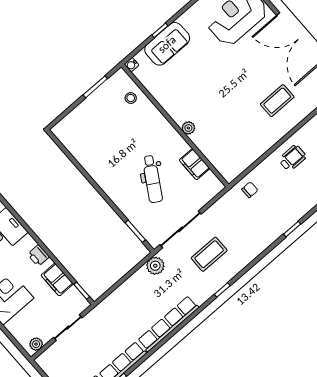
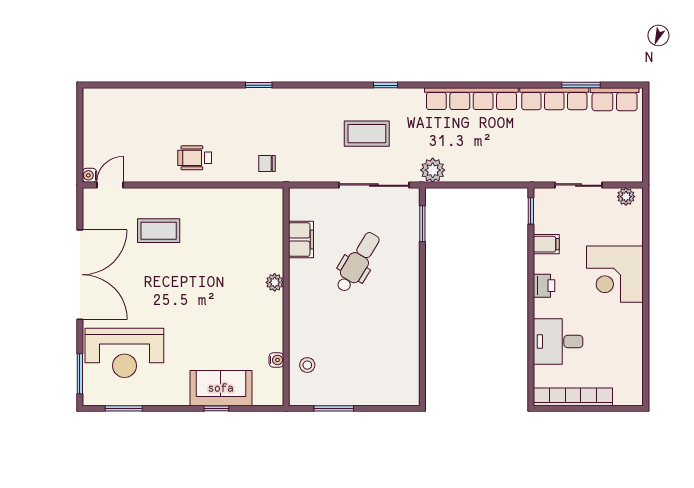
water cooler: (132, 65) -> (276, 360), moved
filing cabinet: (57, 280) -> (546, 244), width x0.50

